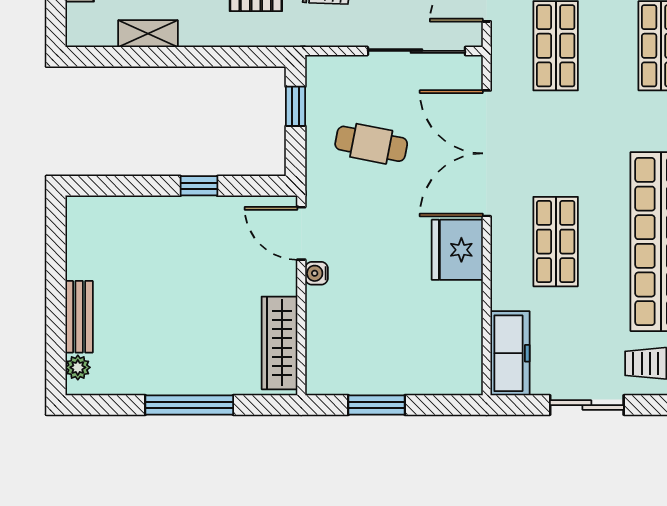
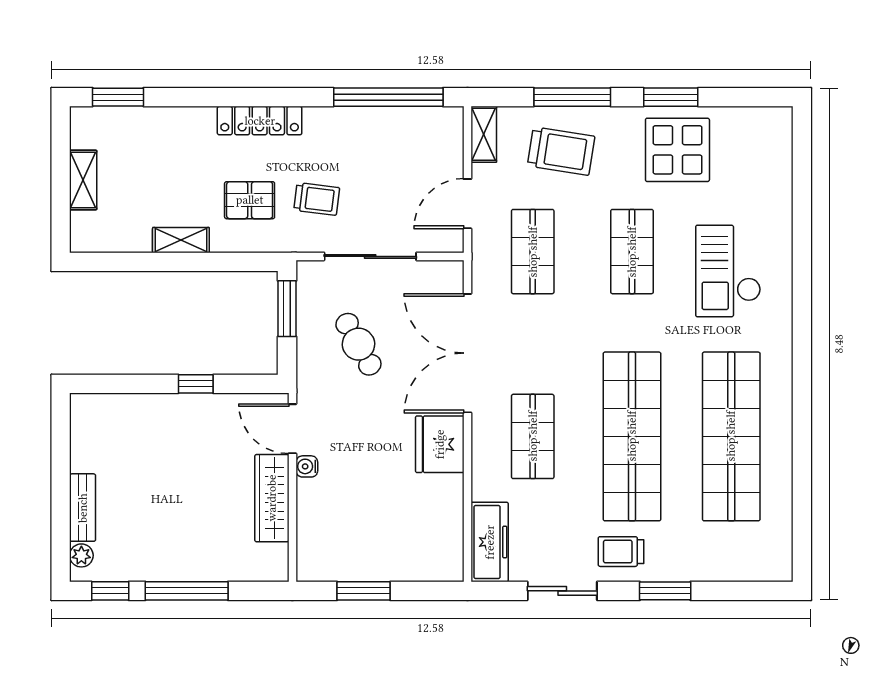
shelving: (148, 34) -> (181, 240), moved
sliding door: (416, 51) -> (370, 256), moved
window: (296, 106) -> (287, 309), width x1.50
cafe table: (371, 144) -> (358, 344), turned 50
wardrobe: (280, 343) -> (272, 498), moved
window: (108, 405) -> (110, 591), added

